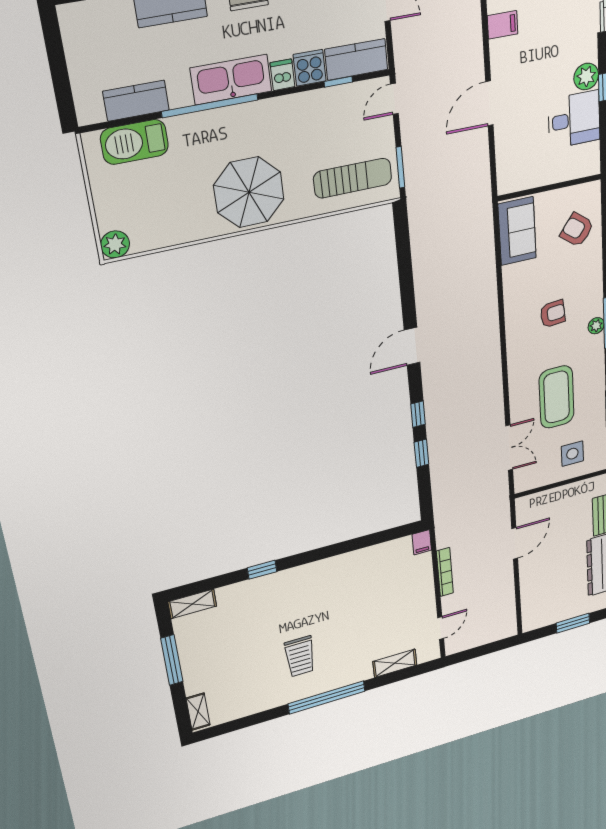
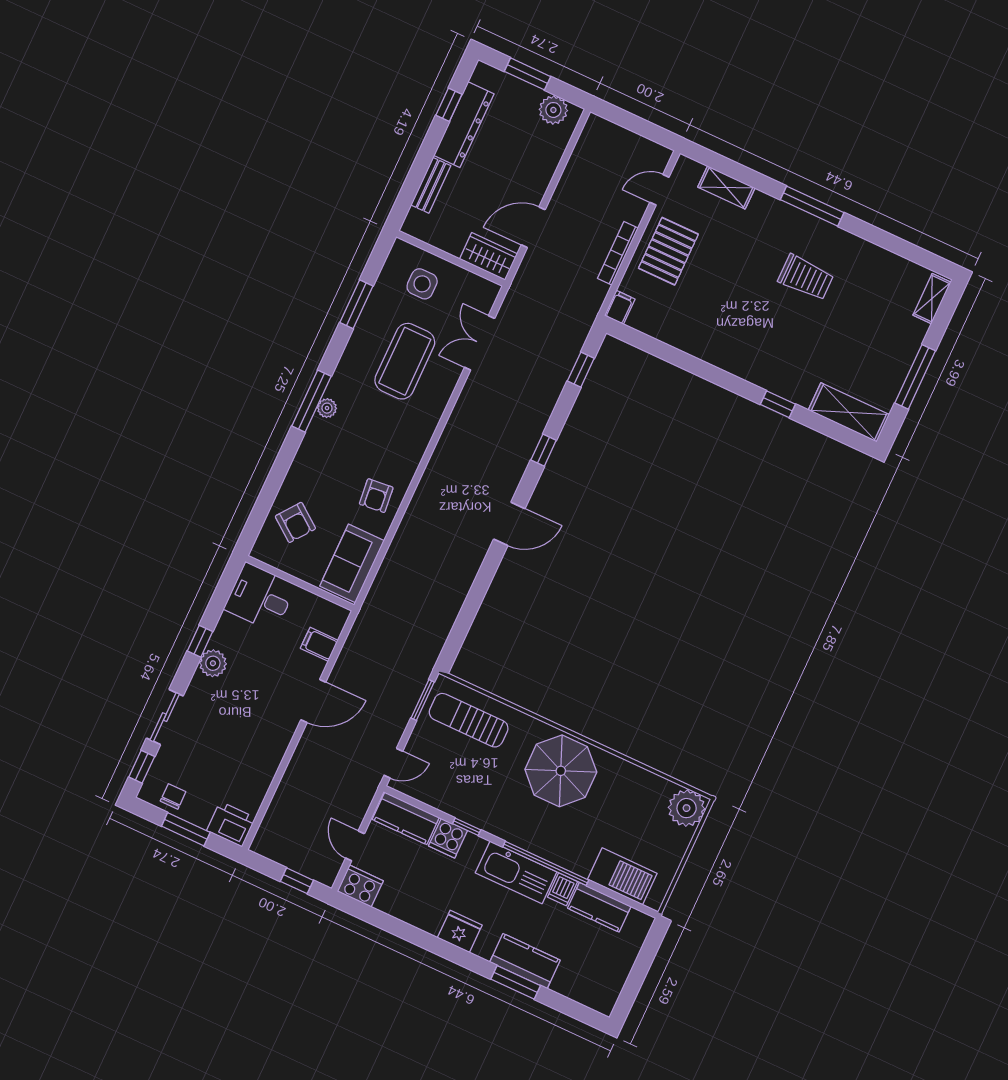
filing cabinet: (503, 25) -> (319, 644), moved
dishwasher: (282, 75) -> (563, 889), moved
window: (338, 82) -> (467, 827), moved
desk: (574, 120) -> (260, 597), moved
plant: (115, 244) -> (687, 808), width x1.36, depth x1.36
armchair: (553, 314) -> (376, 496), moved, turned -91
window: (421, 453) -> (581, 370), moved
wardrobe: (535, 504) -> (488, 256), added
pallet: (410, 599) -> (668, 251), added
shelving: (192, 604) -> (849, 412), width x1.50, depth x1.33
plant: (543, 617) -> (553, 110), added
trolley: (300, 656) -> (806, 277), turned 90
window: (327, 697) -> (812, 206), width x0.68

